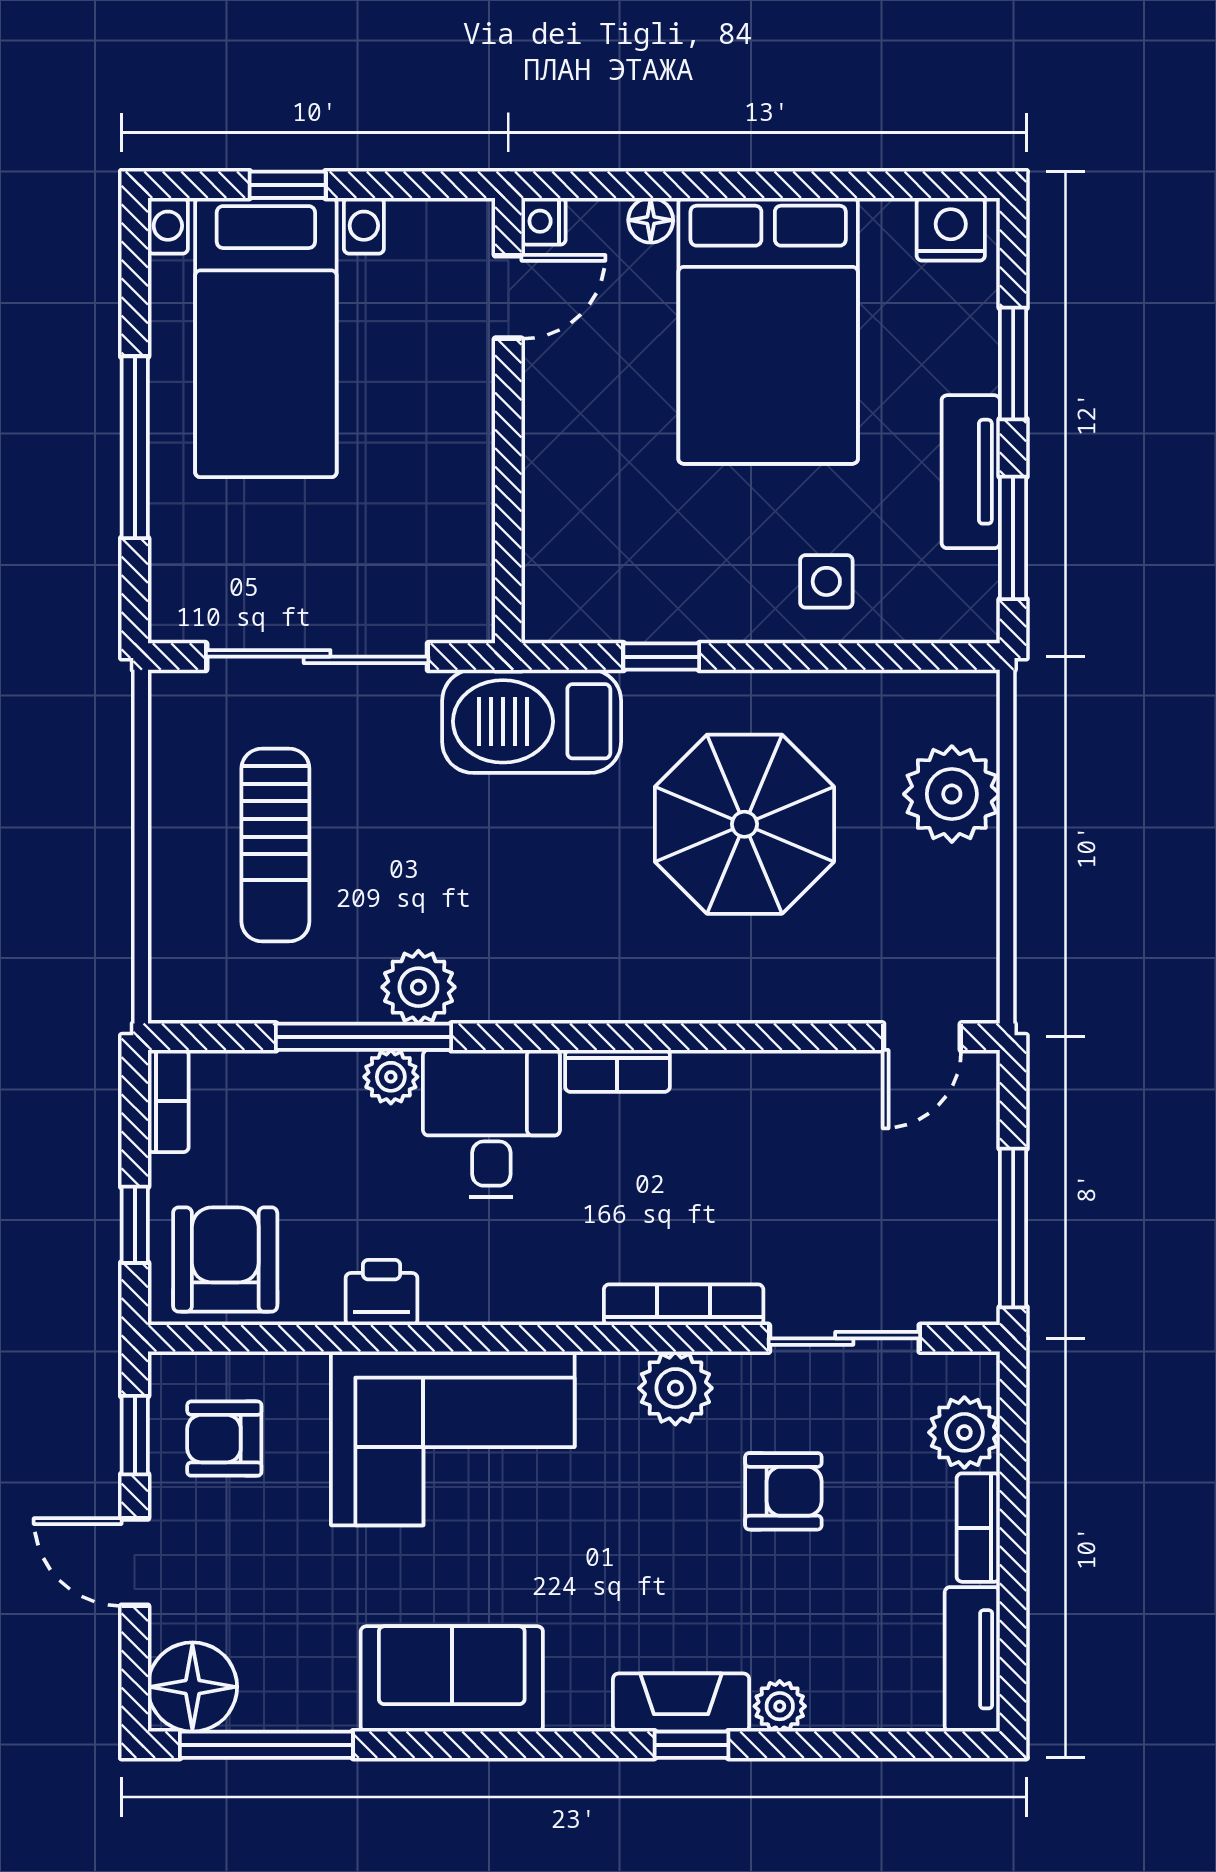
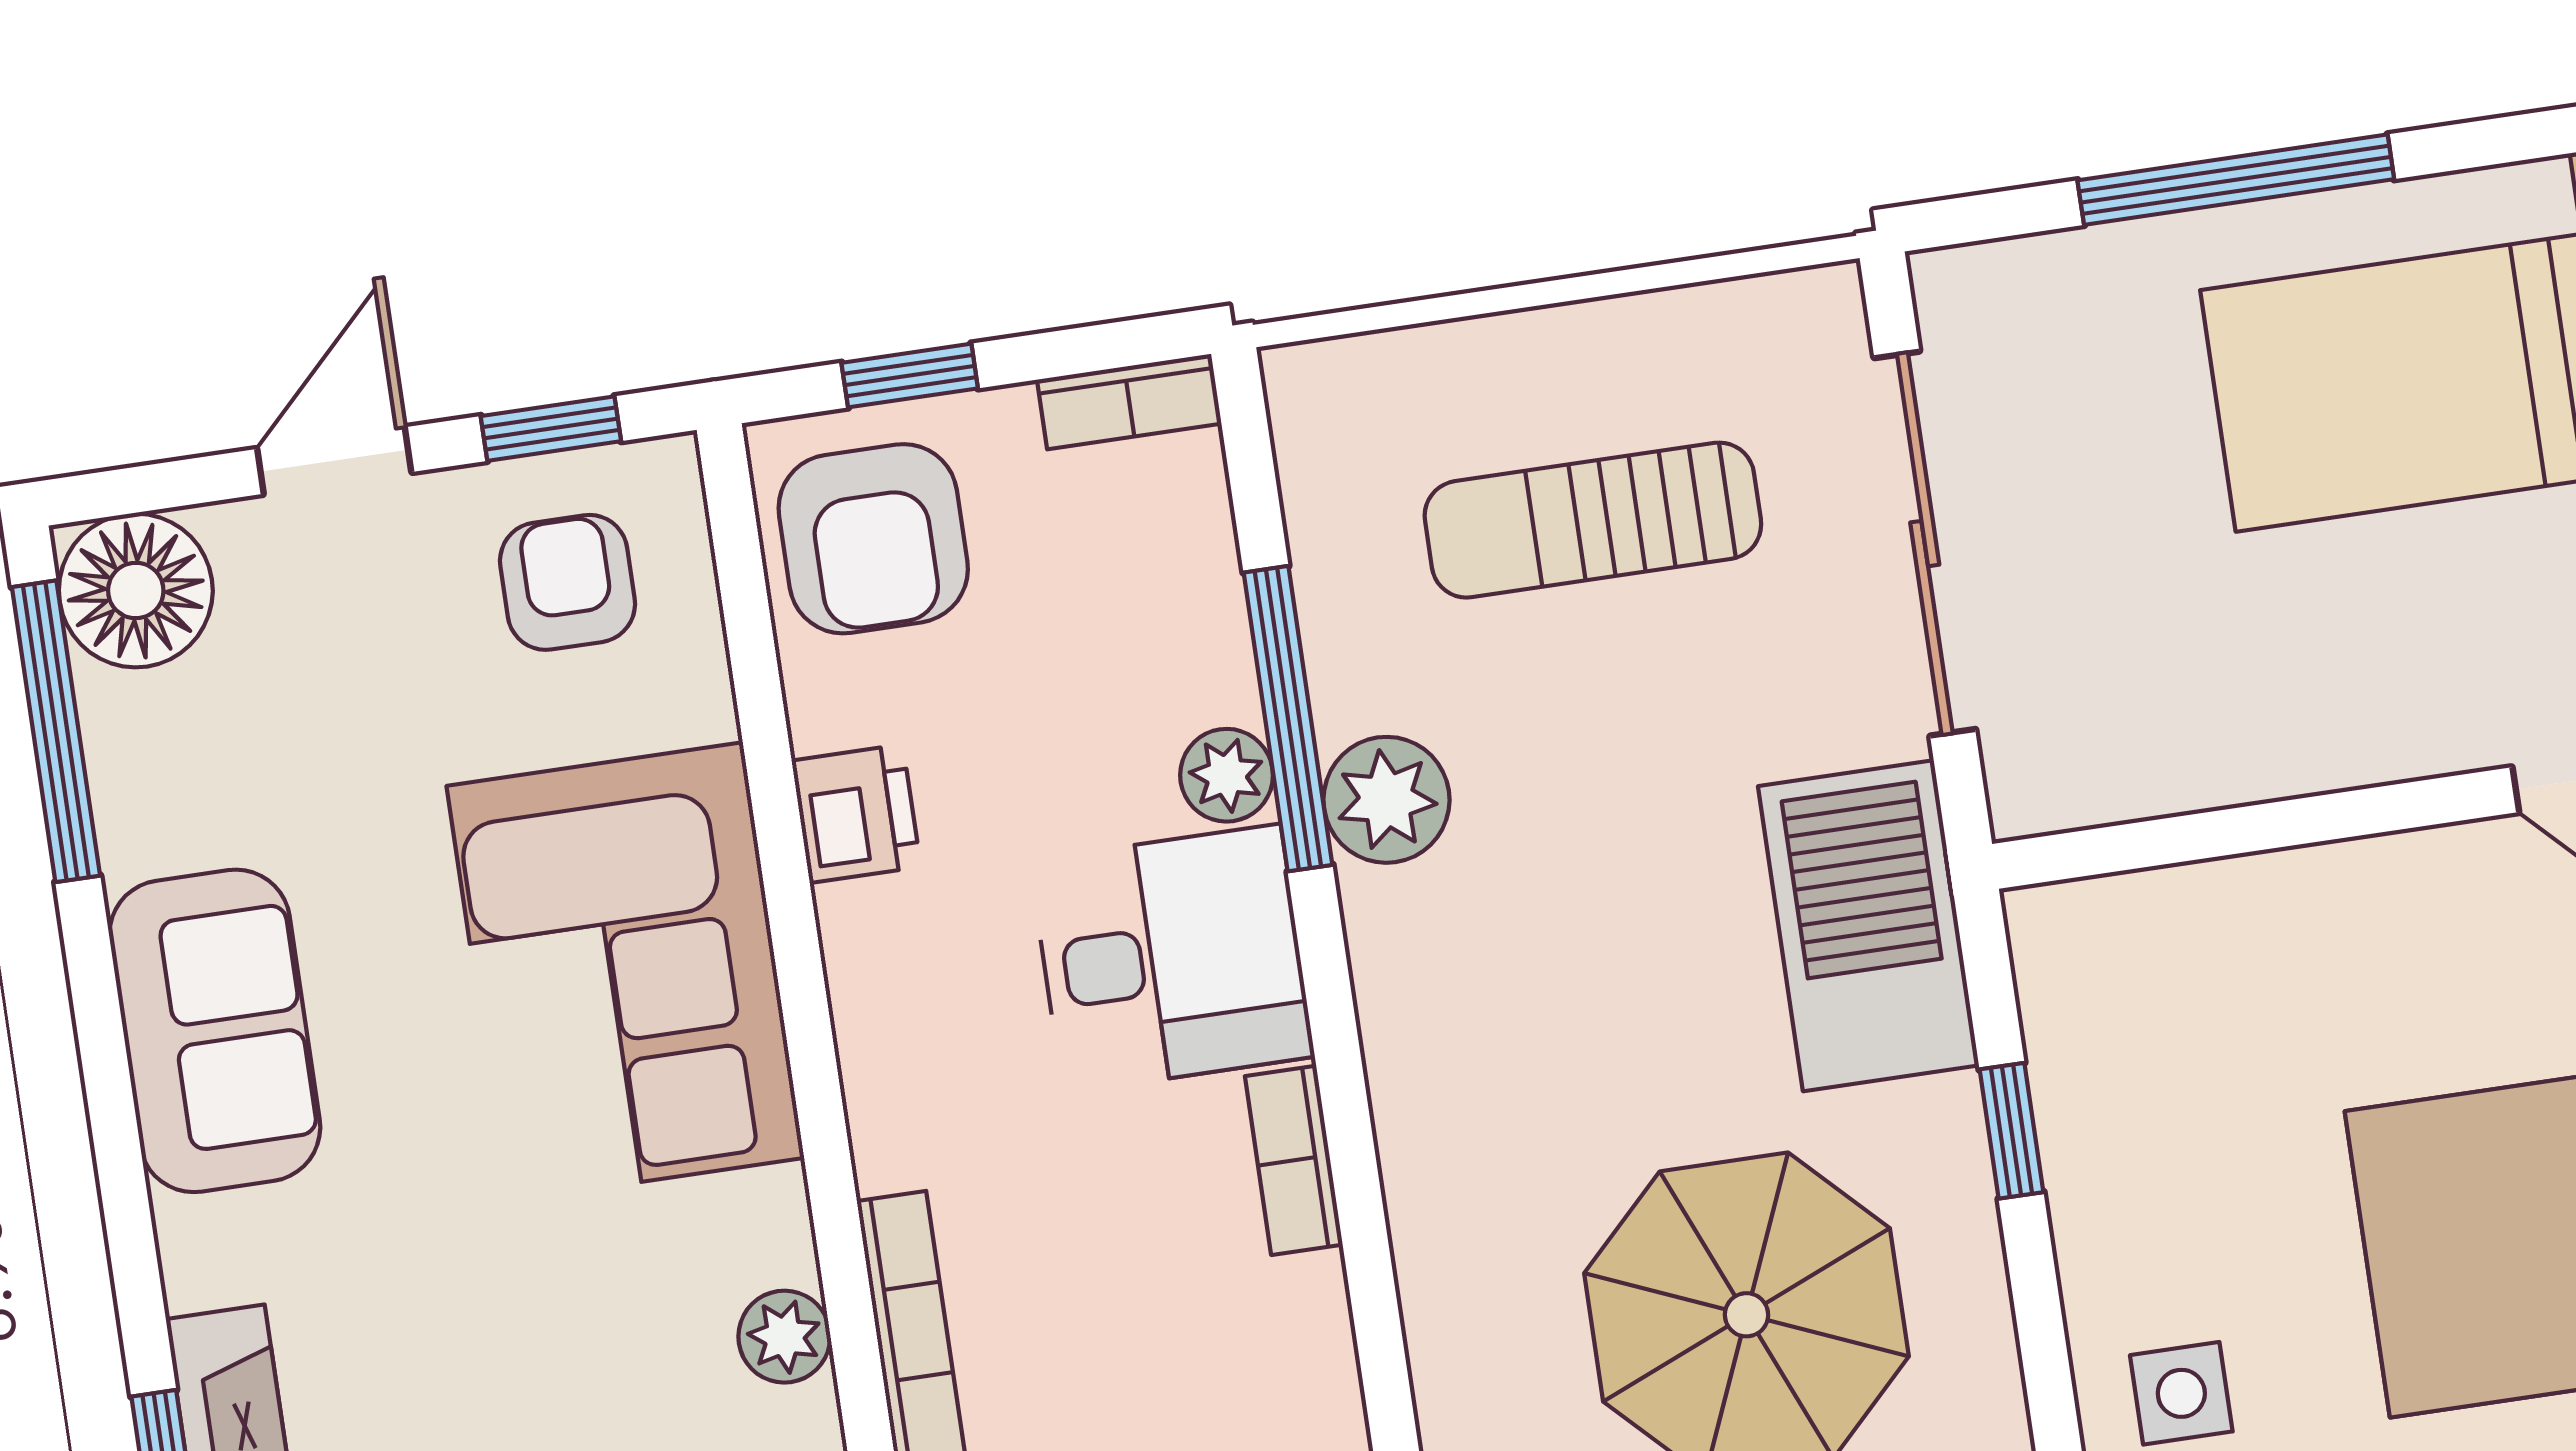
armchair: (225, 1259) -> (873, 539), turned 90
plant: (675, 1388) -> (784, 1337), width x0.73, depth x0.73

